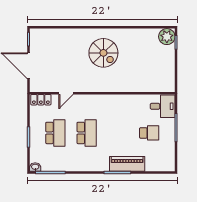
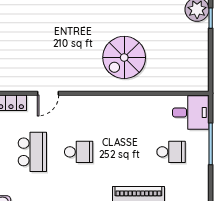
spiral stairs: (103, 53) -> (124, 57), moved, turned 90
school desk: (87, 133) -> (79, 152), width x0.54

